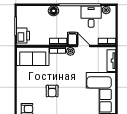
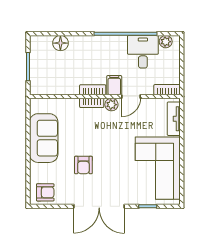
floor lamp: (54, 11) -> (60, 43), moved
printer: (23, 36) -> (39, 81), removed
door: (83, 46) -> (131, 96), swing flipped
sofa: (33, 56) -> (44, 138), moved, turned -90

